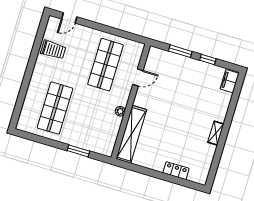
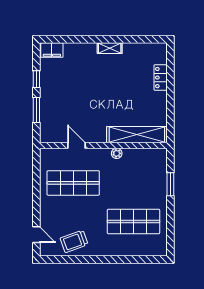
trolley: (53, 50) -> (74, 241), turned -110

